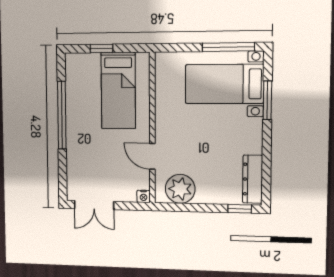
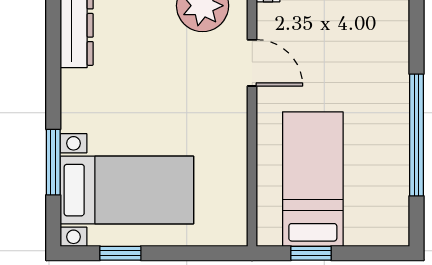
window: (228, 47) -> (120, 253), width x0.46
window: (102, 49) -> (311, 253), moved

